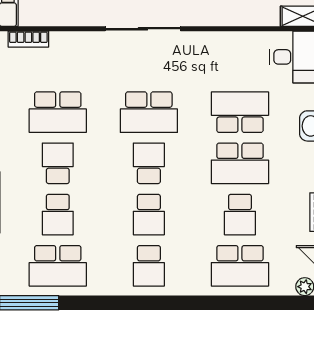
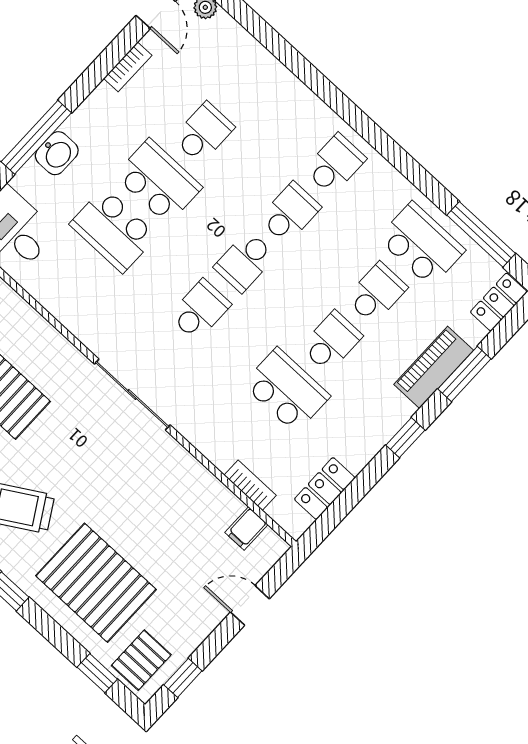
school desk: (149, 112) -> (200, 310), width x0.54
school desk: (58, 163) -> (331, 342), turned 180
school desk: (240, 266) -> (248, 84), removed

